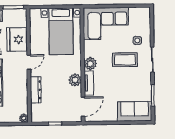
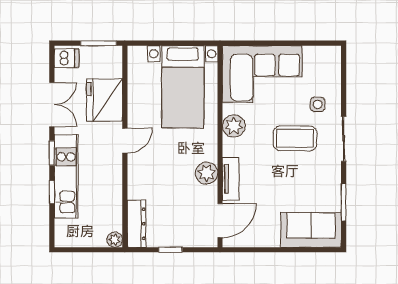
plant: (90, 64) -> (234, 126), moved
dresser: (36, 90) -> (137, 224), moved

